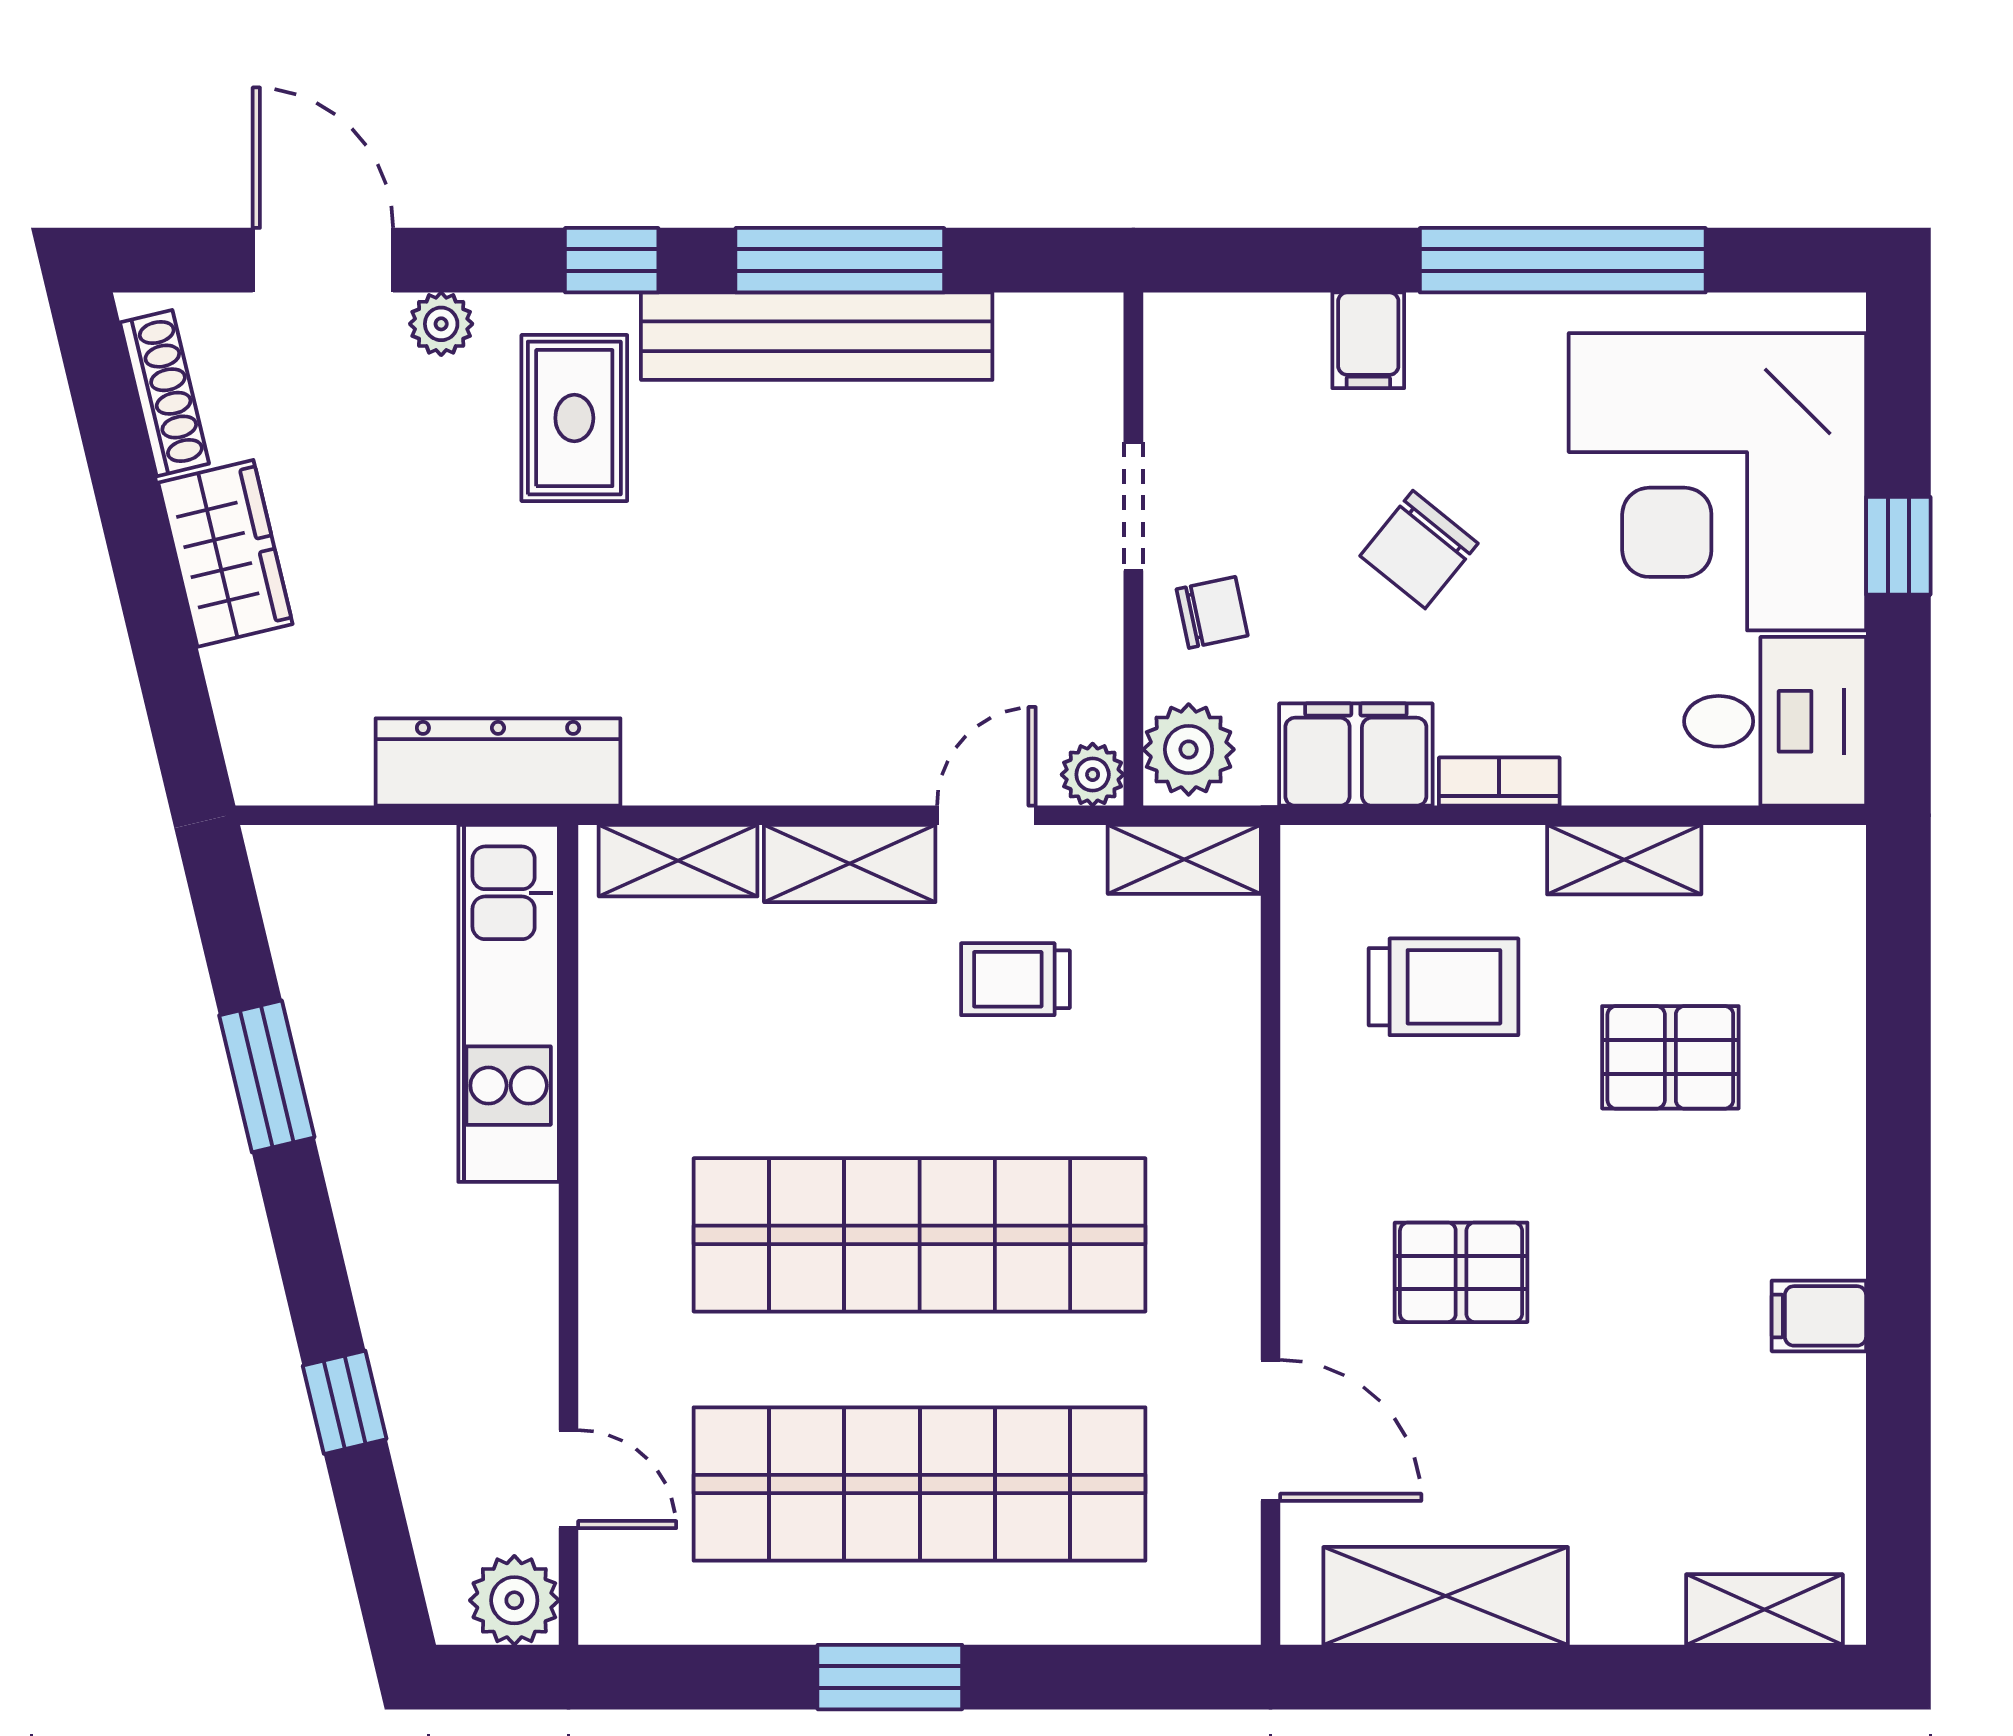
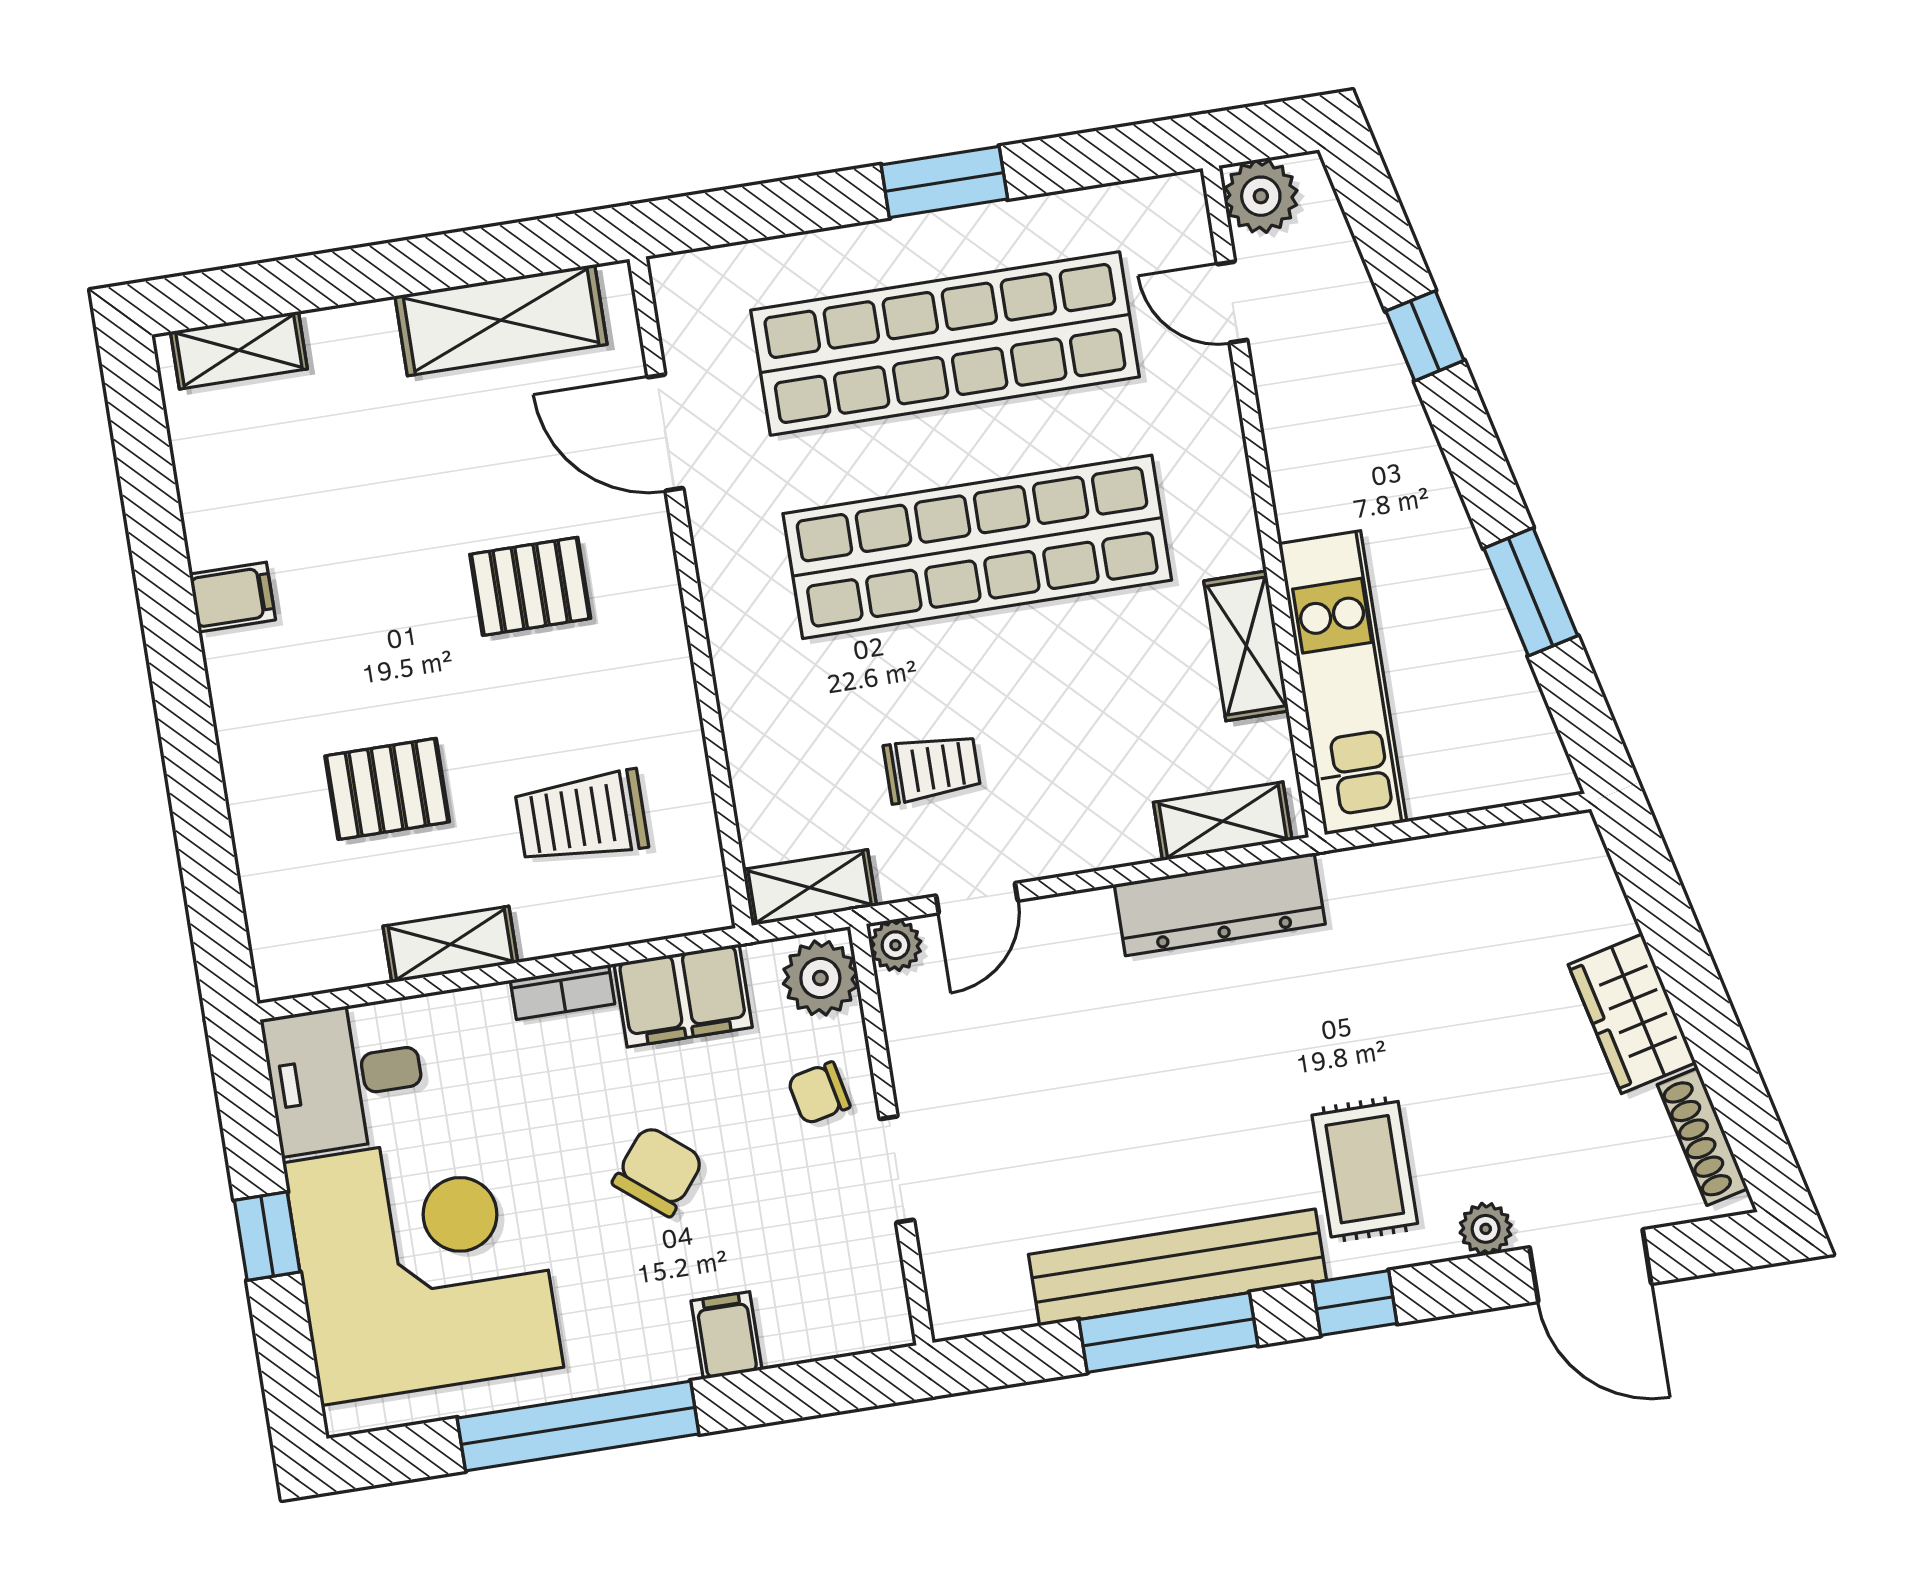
dresser: (498, 762) -> (1220, 904), moved
shelving: (850, 864) -> (1246, 646), moved, turned 90

